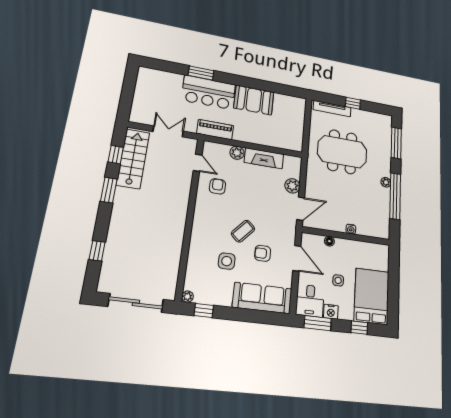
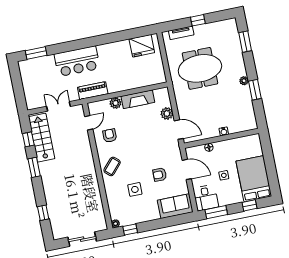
window: (201, 73) -> (36, 53), moved
booth: (254, 100) -> (114, 53), removed
fridge: (286, 105) -> (142, 46), added
tv unit: (332, 109) -> (181, 33), width x0.71
window: (396, 143) -> (245, 42), width x0.69
door: (198, 163) -> (89, 123), hinge flipped
window: (395, 196) -> (255, 90), width x0.47
door: (301, 209) -> (179, 130), hinge flipped
coffee table: (243, 231) -> (112, 166), moved
sofa: (262, 298) -> (175, 206), width x0.73
sliding door: (136, 303) -> (82, 239), width x0.73
nightstand: (331, 312) -> (224, 201), removed

